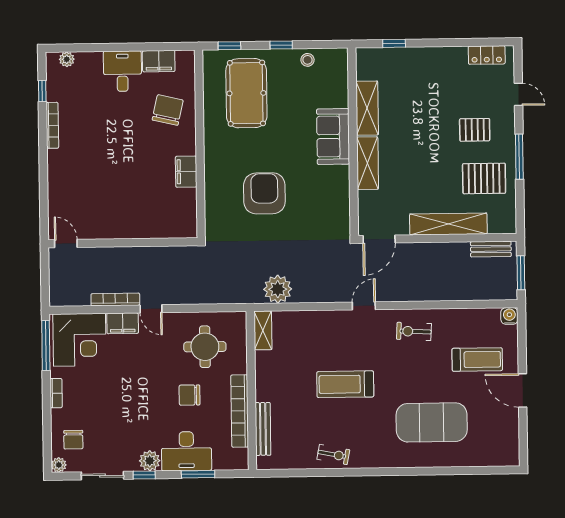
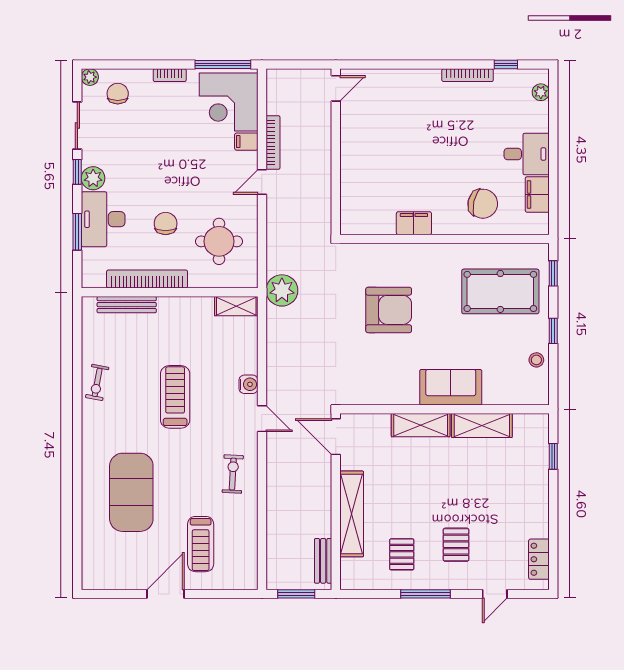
pallet: (484, 178) -> (402, 554), width x0.67, depth x0.71
plant: (278, 289) -> (282, 290), moved
water cooler: (509, 316) -> (248, 384), moved
filing cabinet: (123, 323) -> (246, 142), width x0.50
chair: (73, 440) -> (118, 94), turned 90

